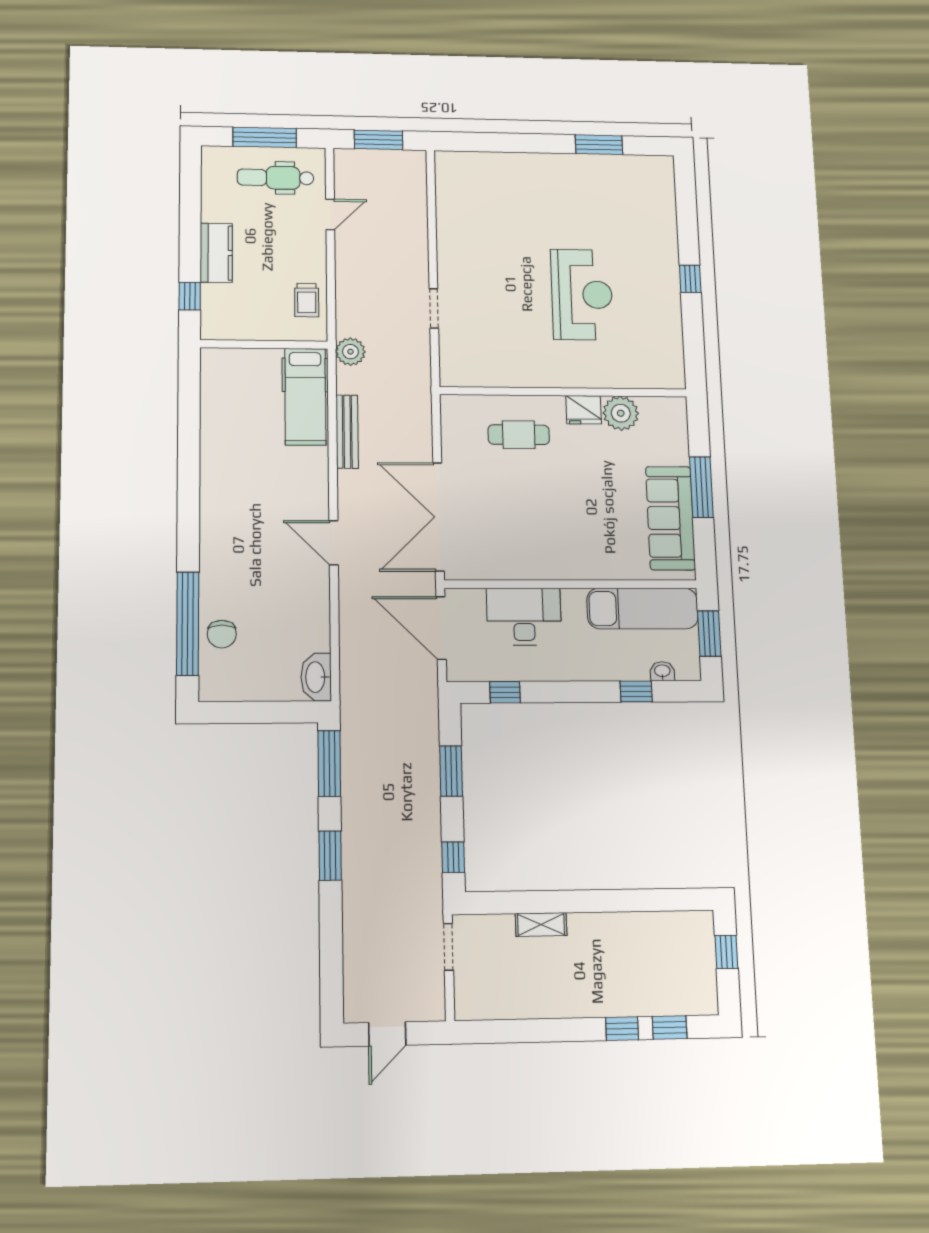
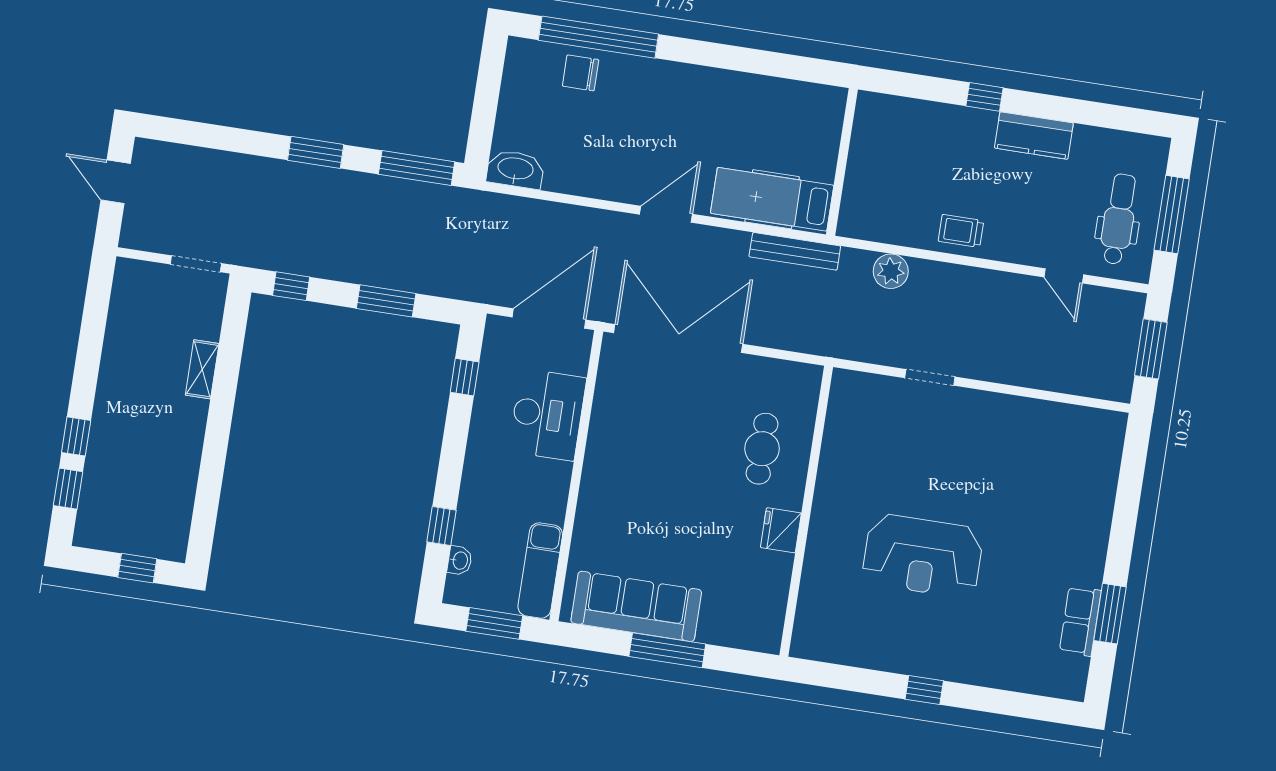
row of seats: (610, 166) -> (1080, 621), added
wall: (264, 344) -> (842, 162), moved
hospital bed: (305, 397) -> (772, 199), moved
plant: (621, 413) -> (770, 573), removed
exam couch: (643, 608) -> (540, 571), width x0.73, depth x0.69

